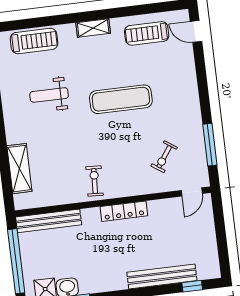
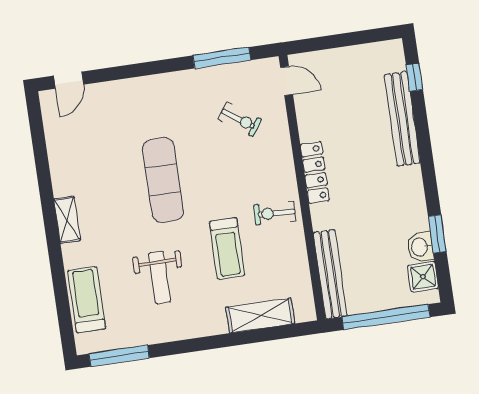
treadmill: (147, 33) -> (227, 249), moved

